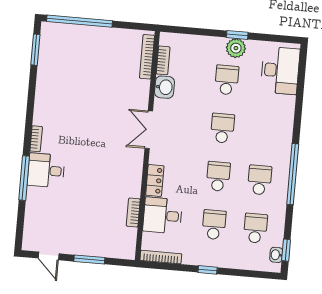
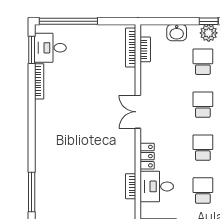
washbasin: (164, 87) -> (177, 33), moved, turned 90
bookcase: (36, 139) -> (39, 81), moved, width x1.56
desk: (46, 170) -> (50, 48), moved
window: (24, 178) -> (32, 192), moved

